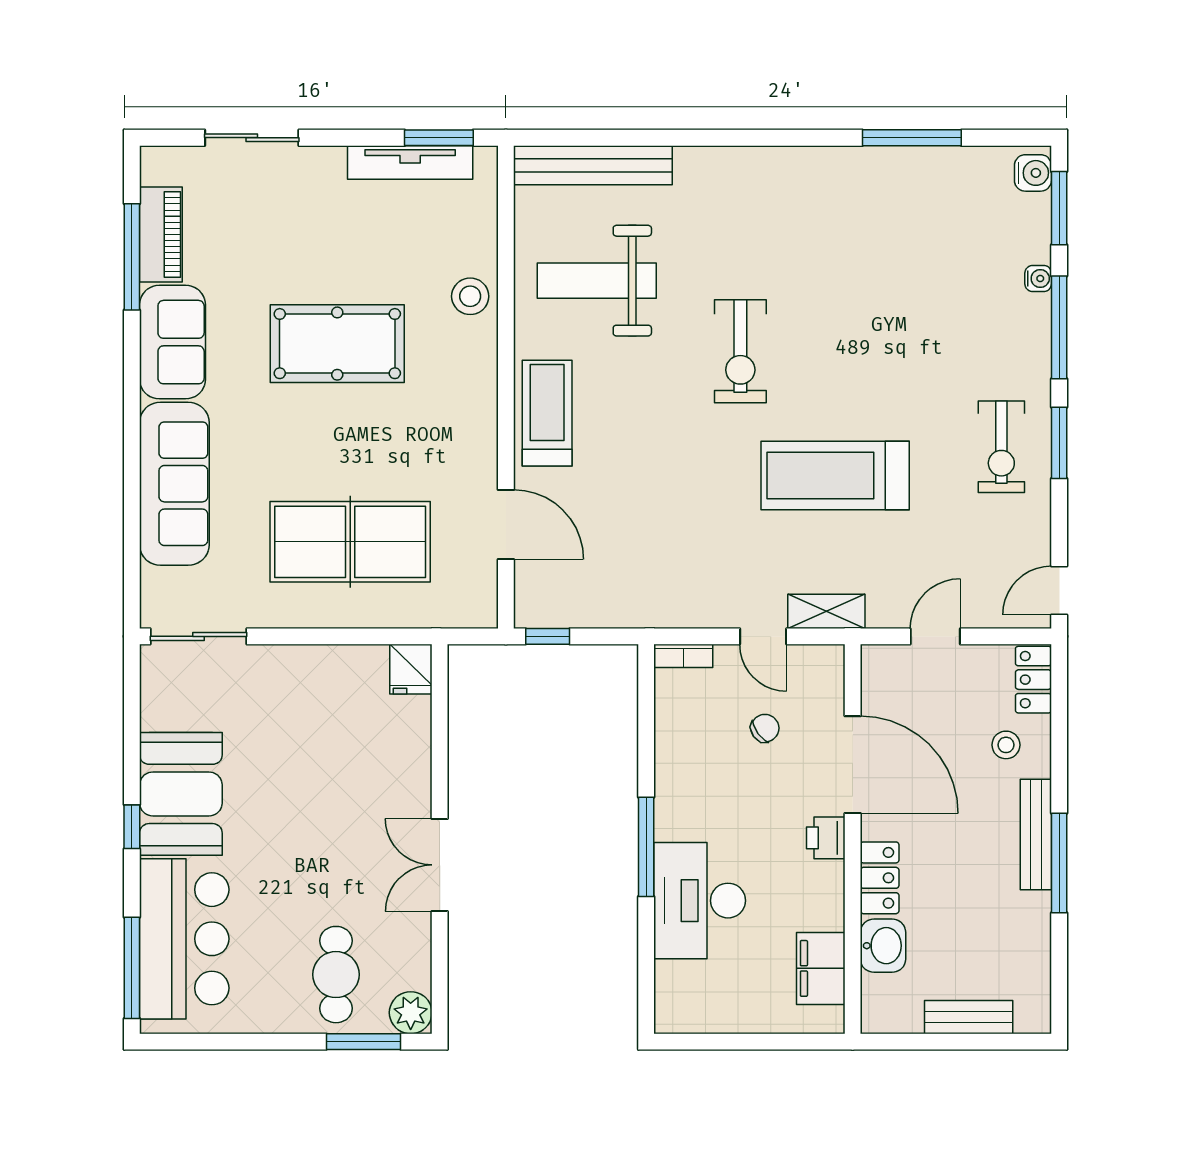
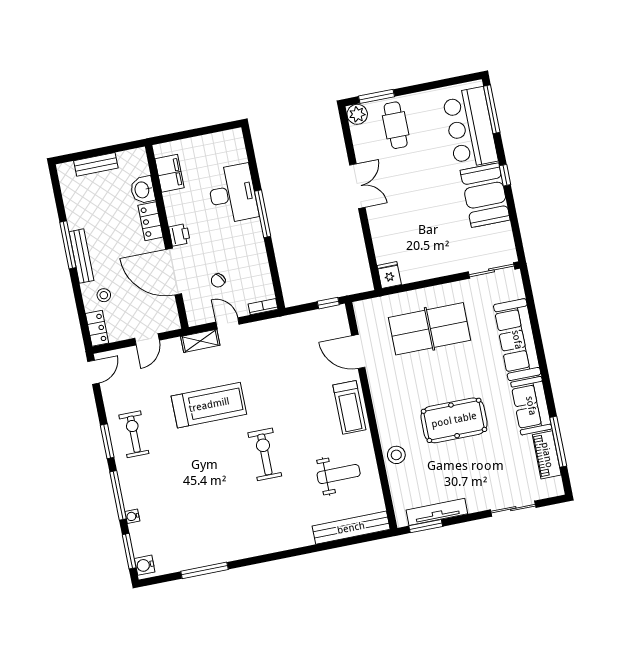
weight bench: (597, 281) -> (339, 474), width x0.73, depth x0.75

